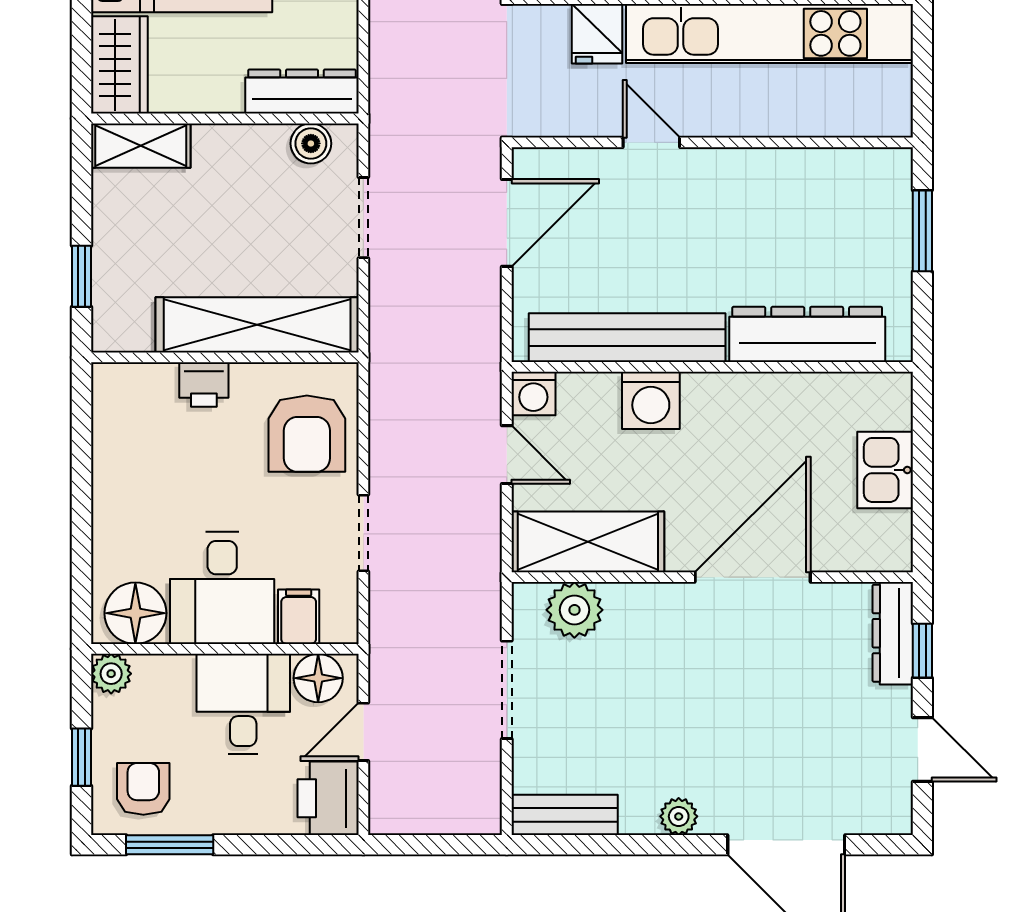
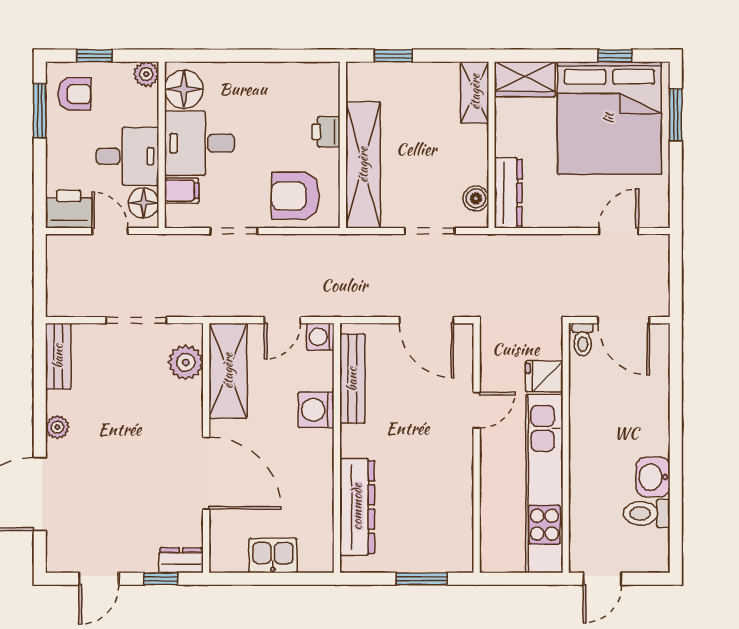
bench: (627, 338) -> (352, 379), width x0.73, depth x0.82
dresser: (893, 633) -> (181, 560), width x0.70

